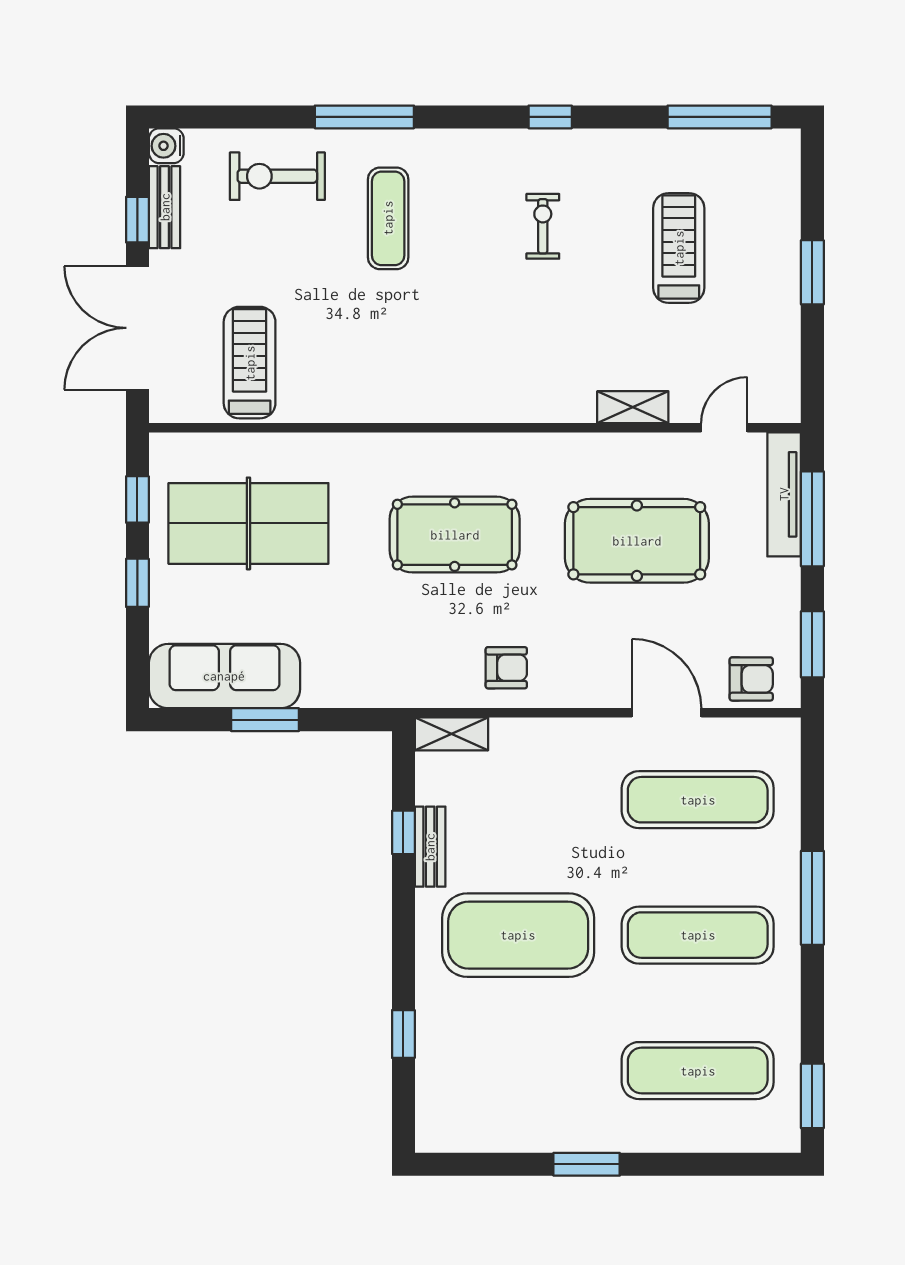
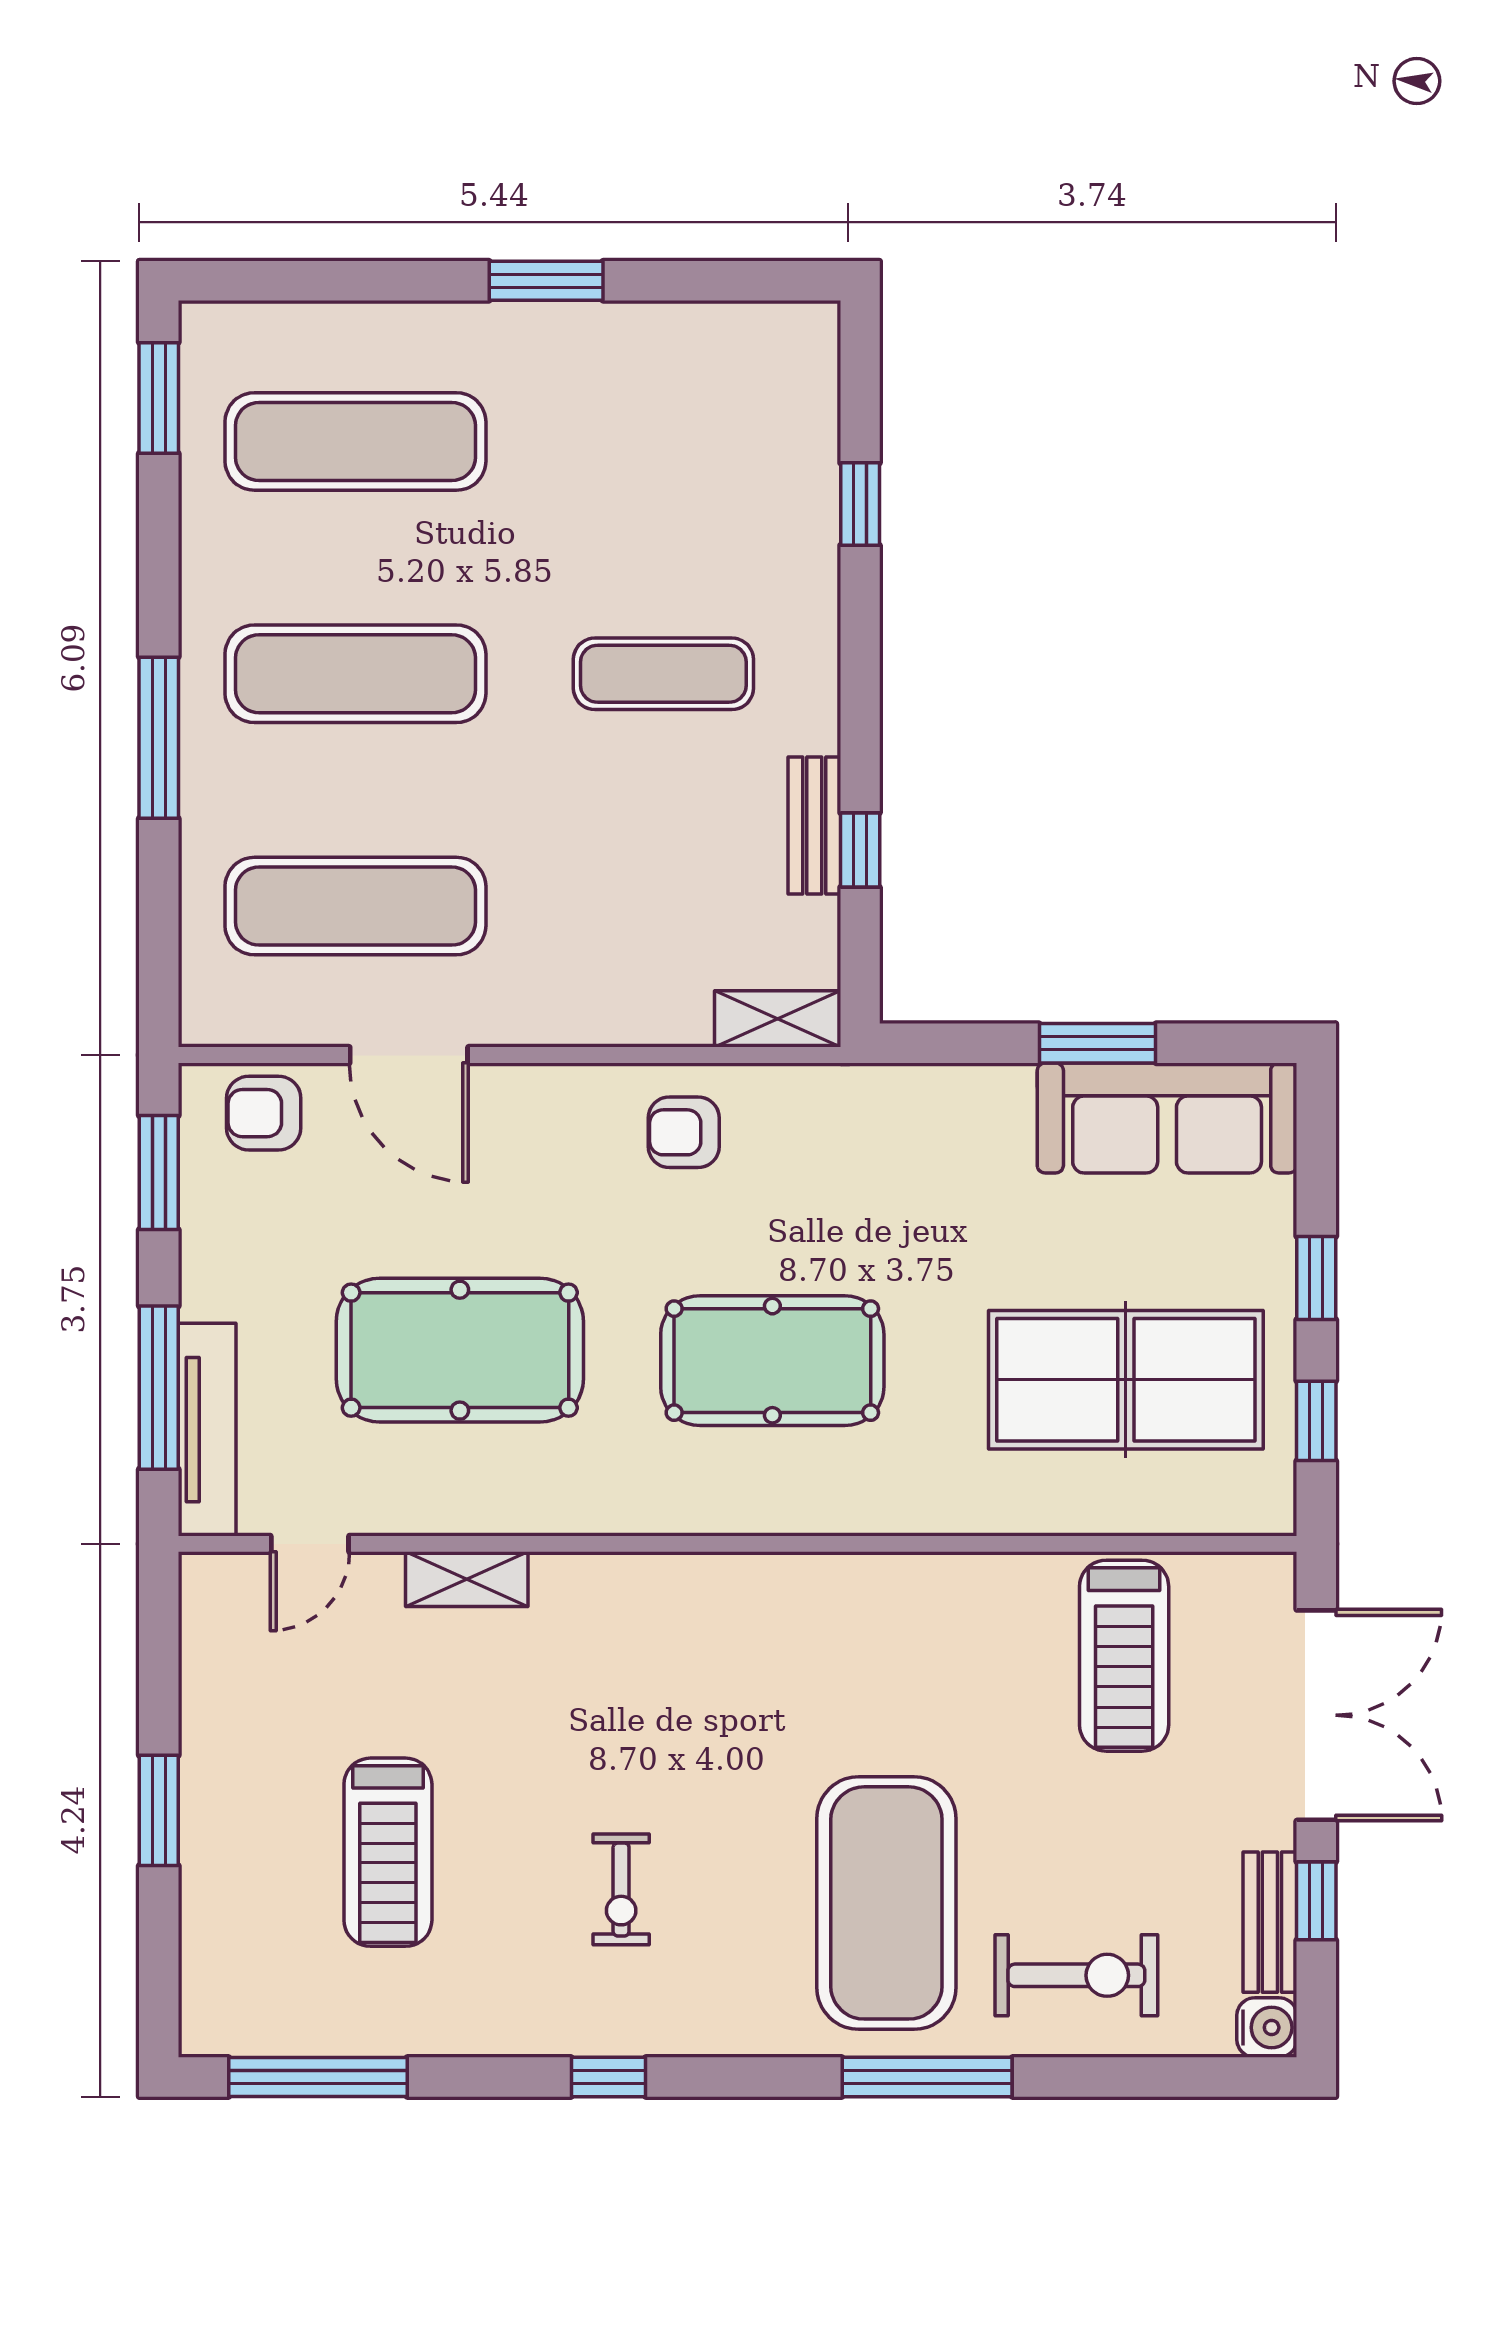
exercise mat: (388, 218) -> (886, 1903), width x2.00, depth x1.45
exercise mat: (518, 935) -> (663, 674), width x0.50, depth x0.69

